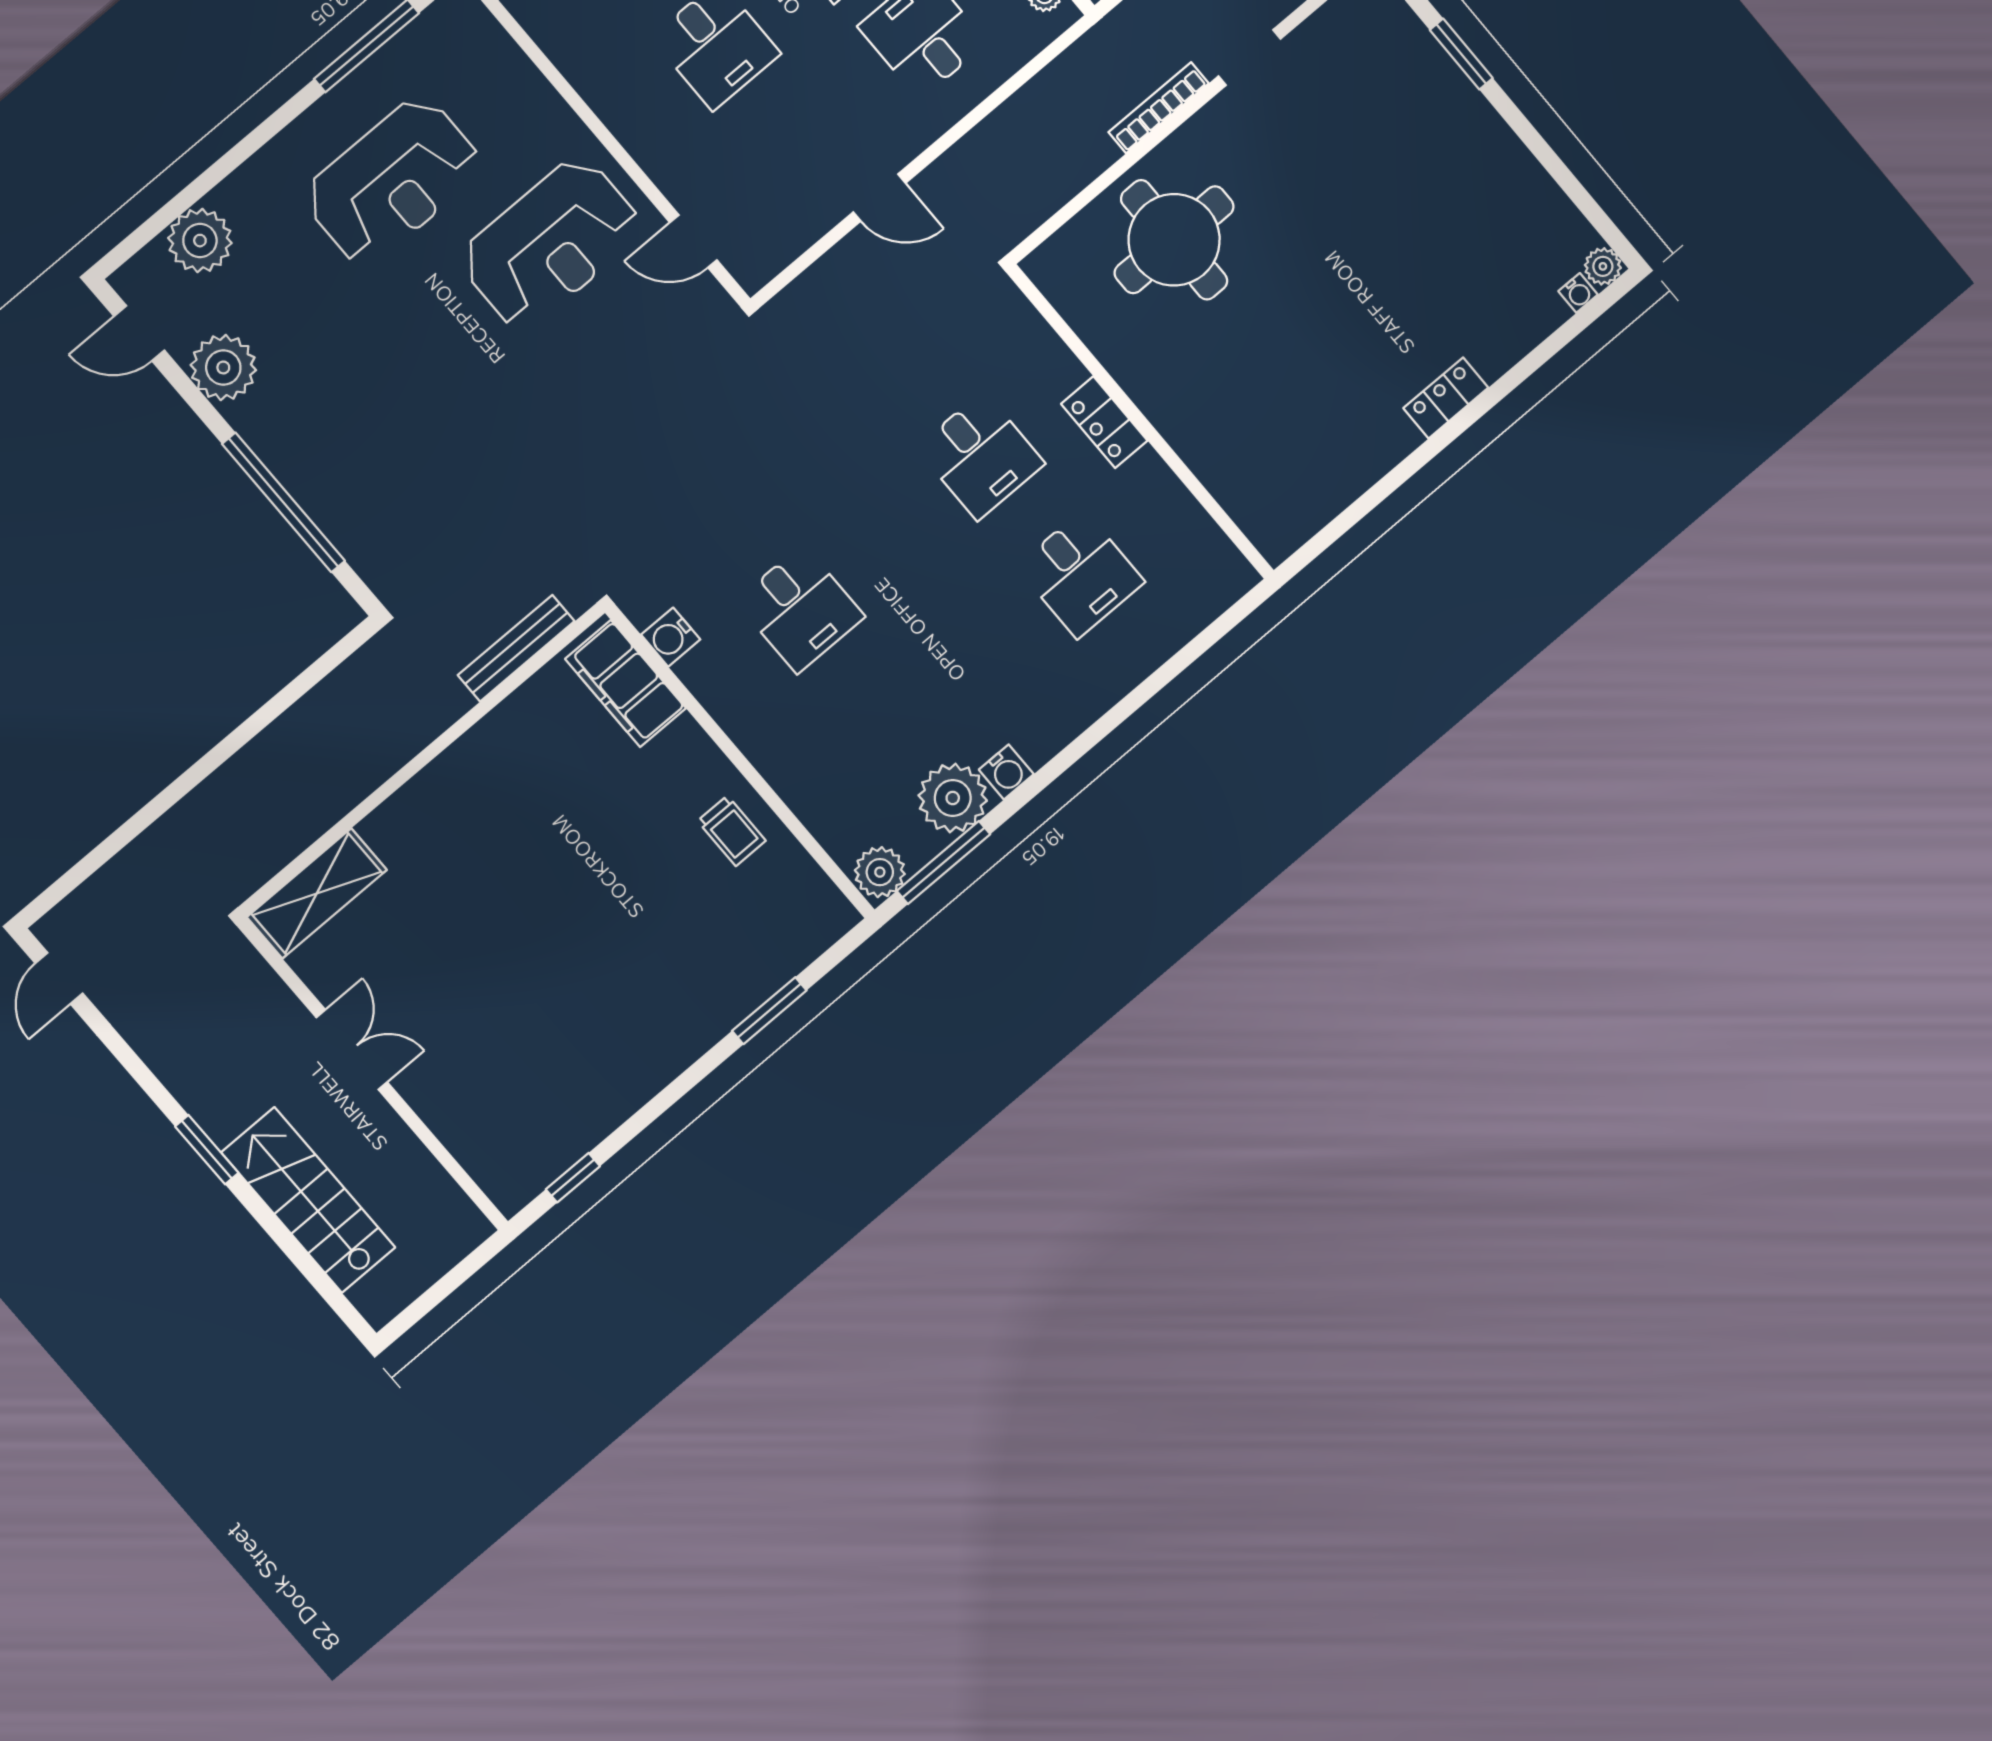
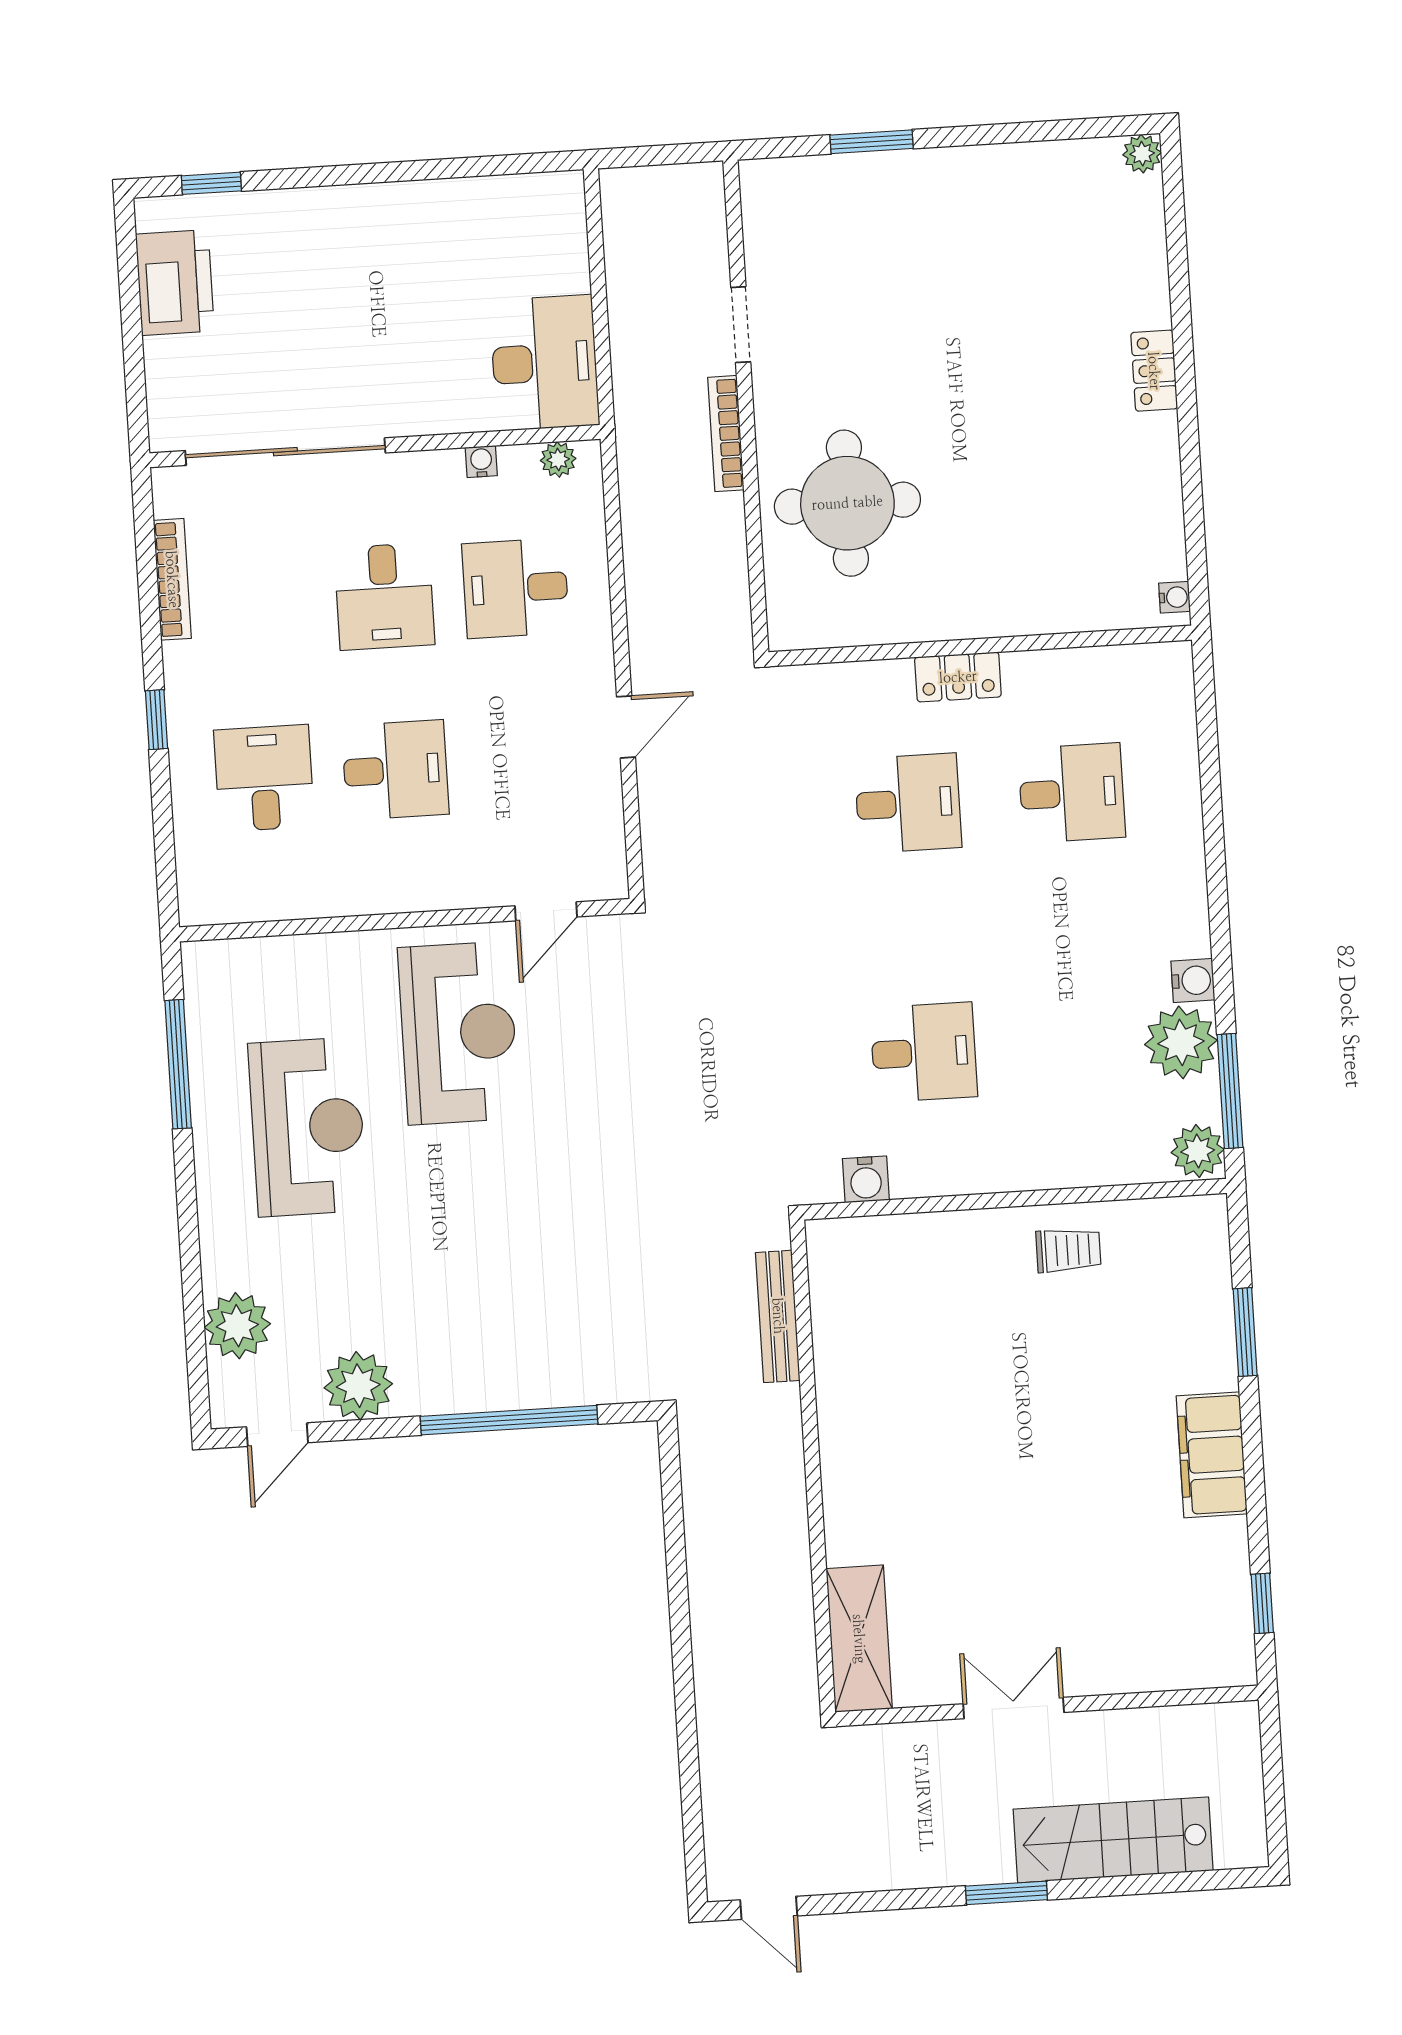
water cooler: (1578, 293) -> (1175, 597), moved
filing cabinet: (625, 684) -> (1212, 1455), moved, turned 90

